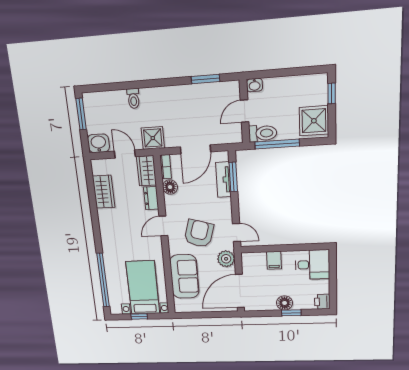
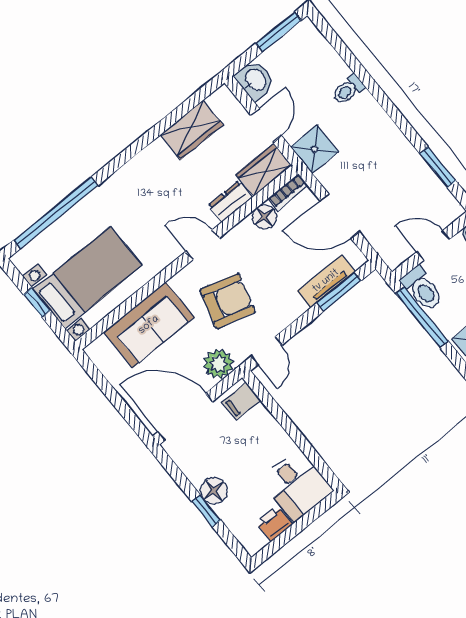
filing cabinet: (274, 260) -> (241, 401), moved
printer: (322, 302) -> (274, 523), moved

